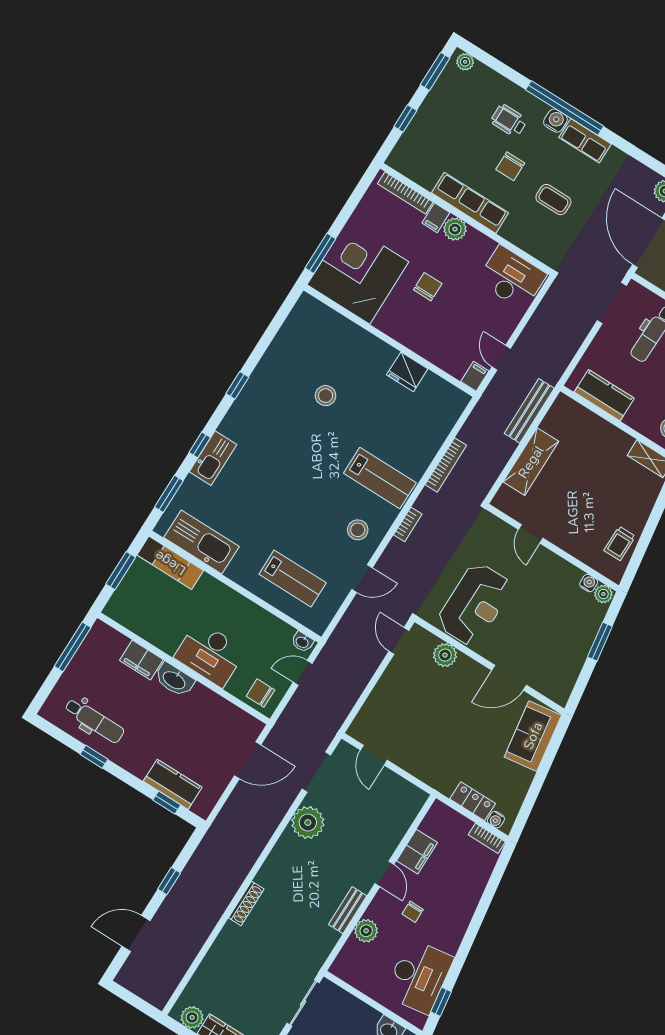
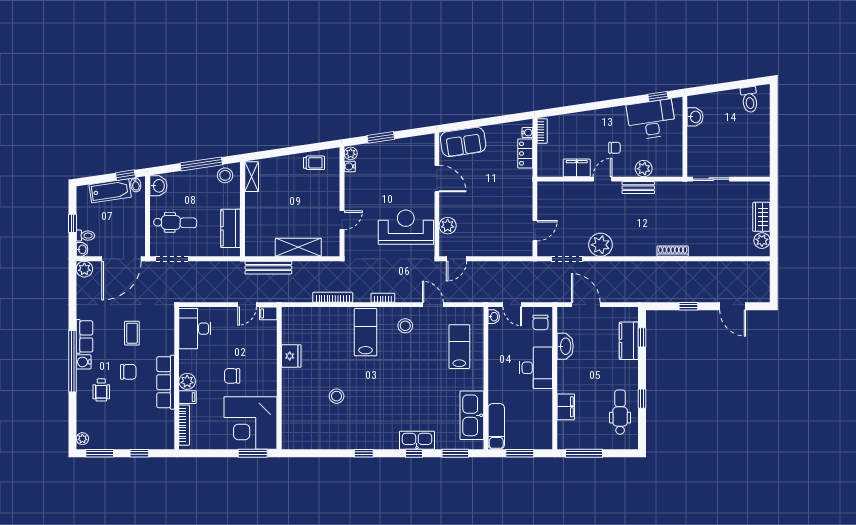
washbasin: (174, 680) -> (565, 346), moved

